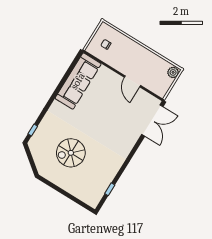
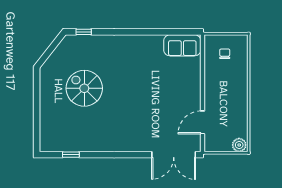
sofa: (78, 81) -> (182, 45), width x0.54, depth x0.79
door: (132, 81) -> (202, 122), moved

